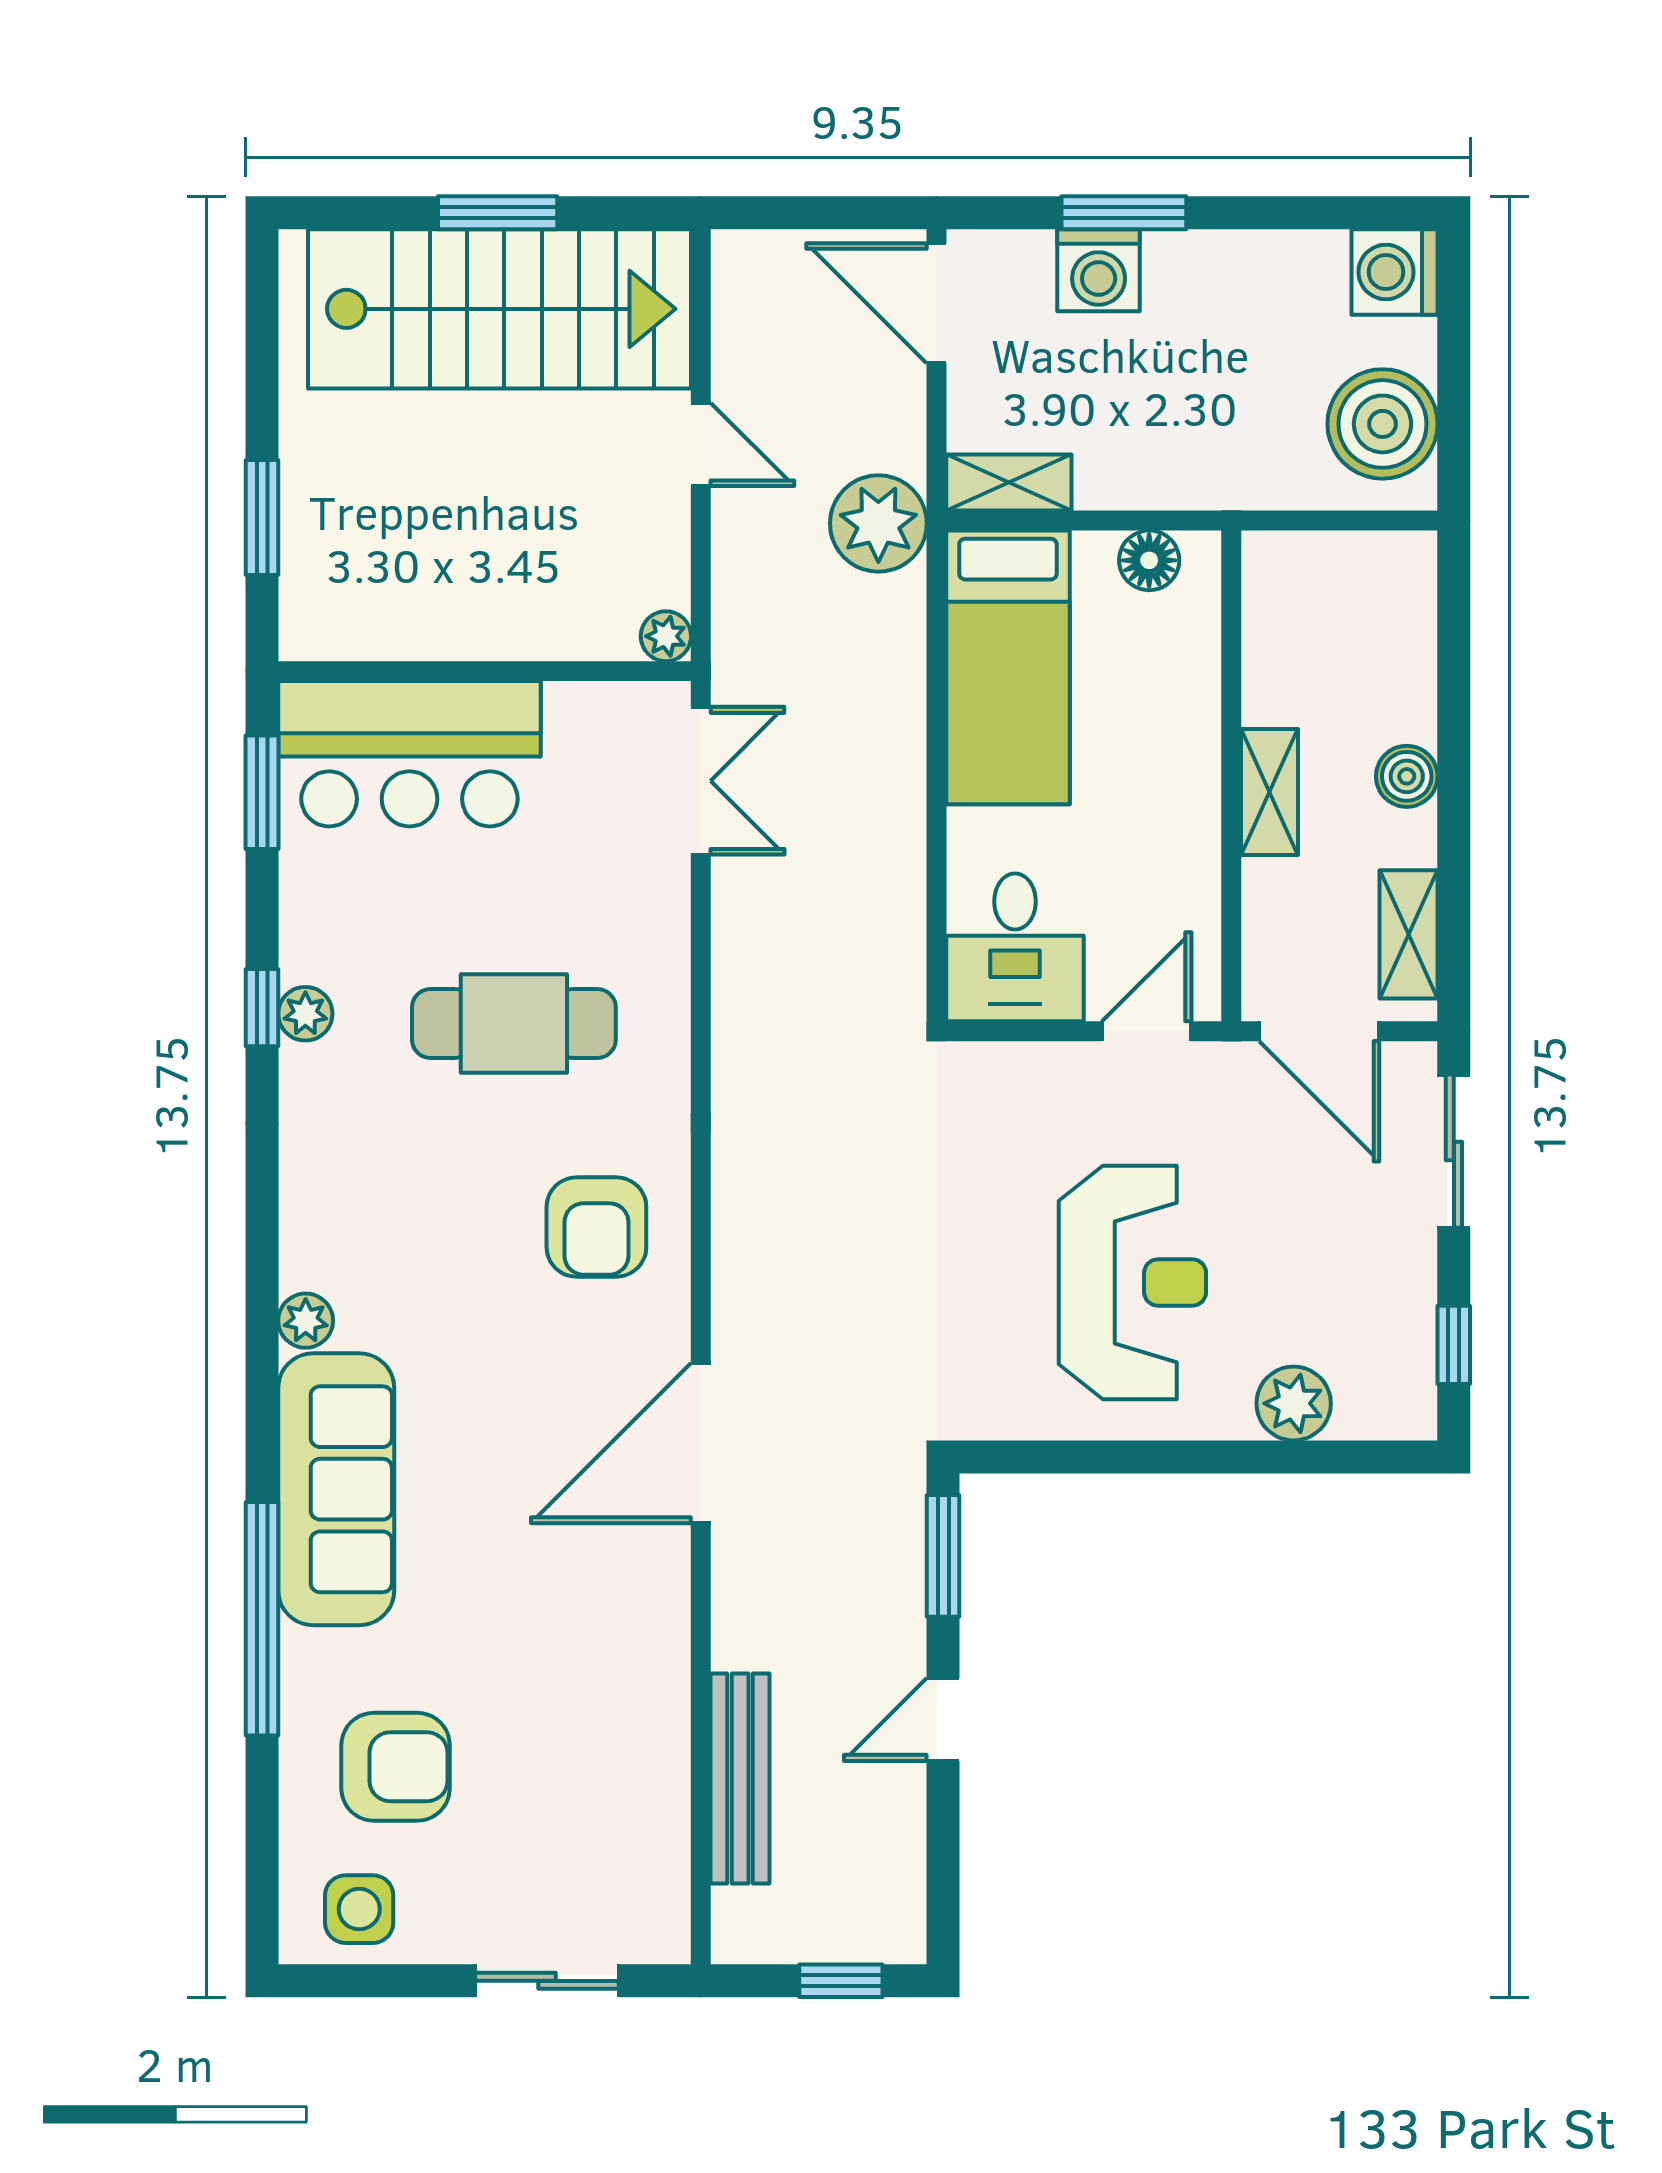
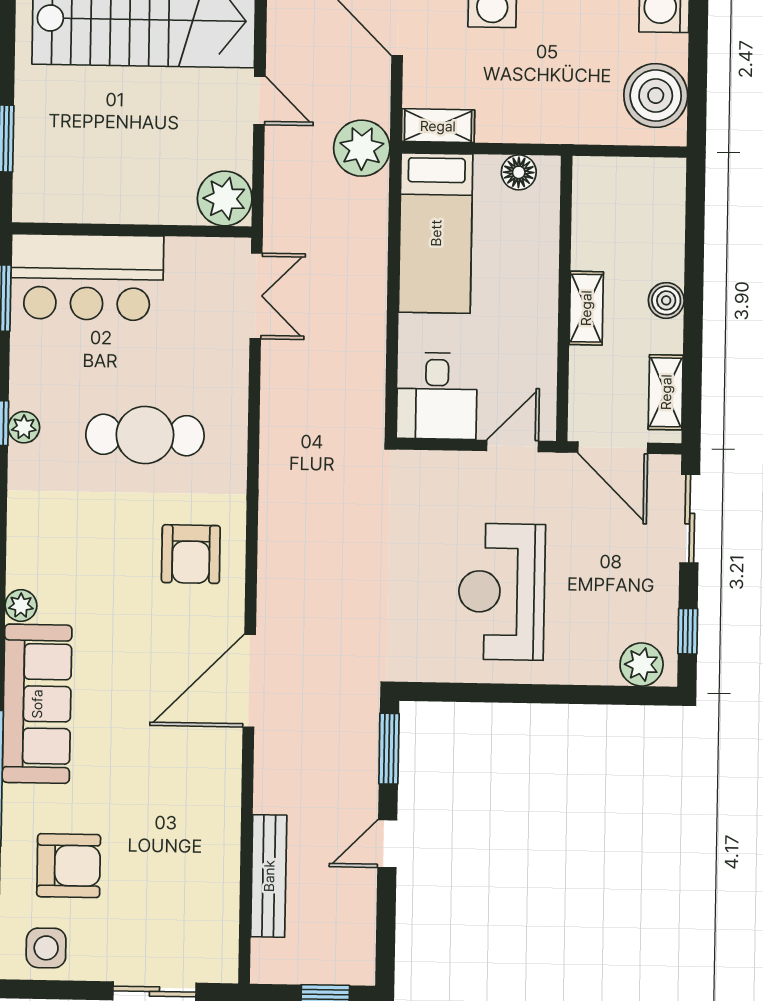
plant: (666, 636) -> (225, 199), width x1.88, depth x1.88
reception desk: (1132, 1282) -> (502, 592), turned 180
plant: (1294, 1403) -> (642, 664), moved

